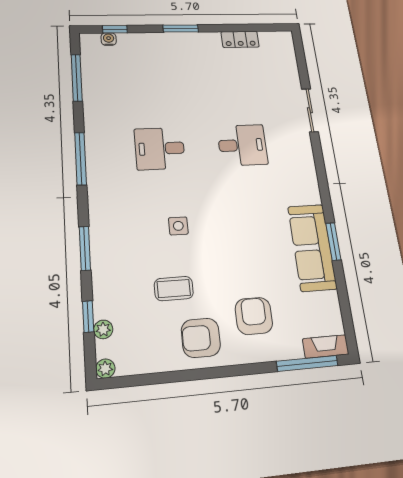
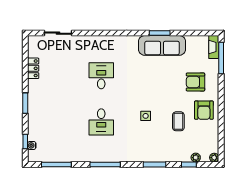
sliding door: (310, 110) -> (58, 33), moved

